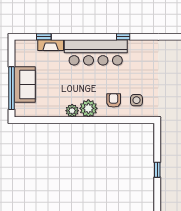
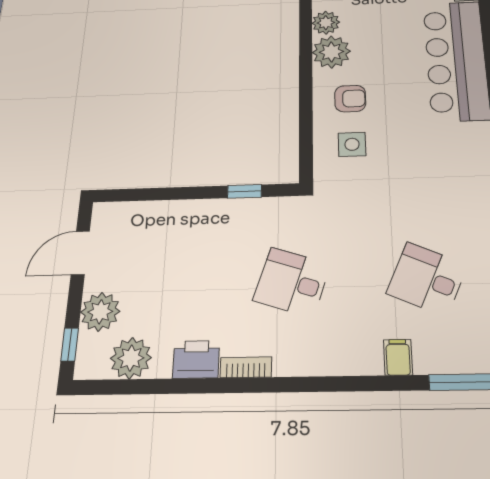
window: (157, 170) -> (245, 191), moved

